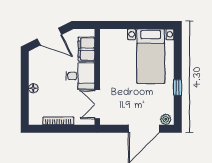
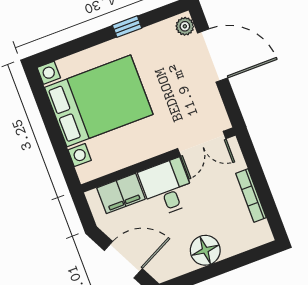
door: (49, 37) -> (123, 260), hinge flipped
bed with nightstands: (151, 56) -> (99, 101), width x1.36
floor lamp: (33, 88) -> (205, 250), width x1.89, depth x1.89

